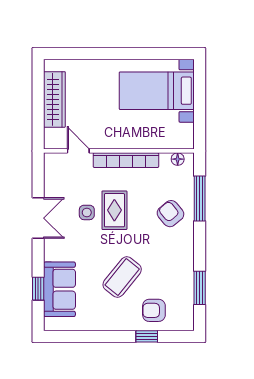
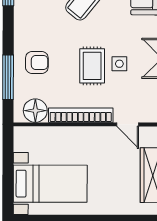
floor lamp: (178, 159) -> (35, 111), width x1.89, depth x1.89
armchair: (170, 214) -> (37, 62), turned -50

